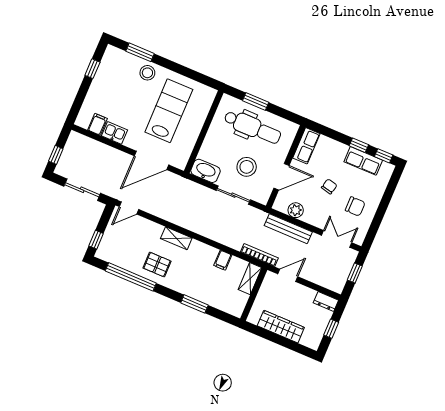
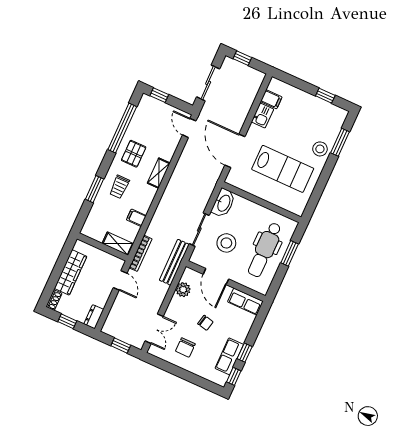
bench: (288, 229) -> (174, 262), moved
trolley: (191, 278) -> (119, 187), added
shoe rack: (310, 343) -> (54, 300), added

